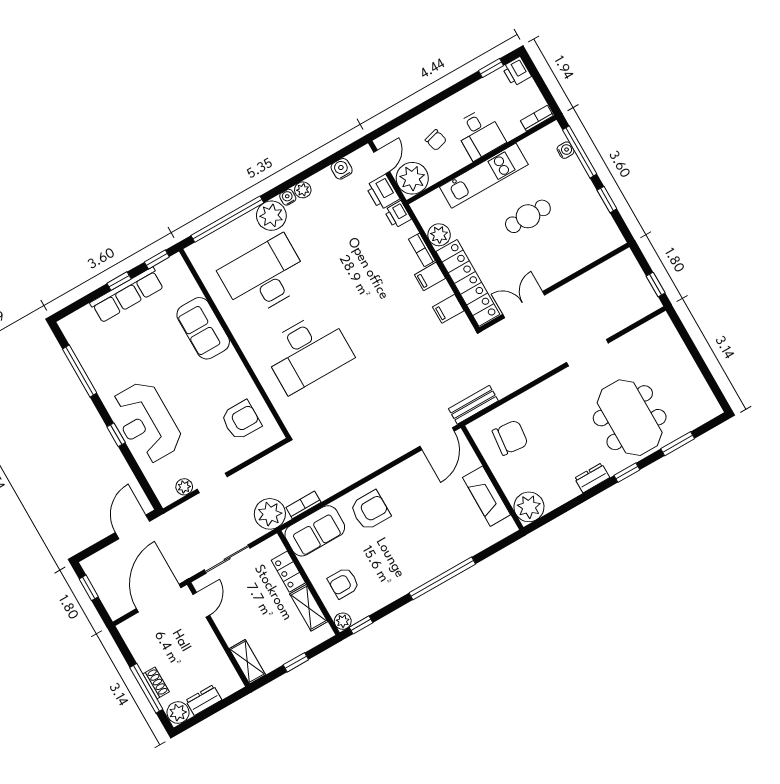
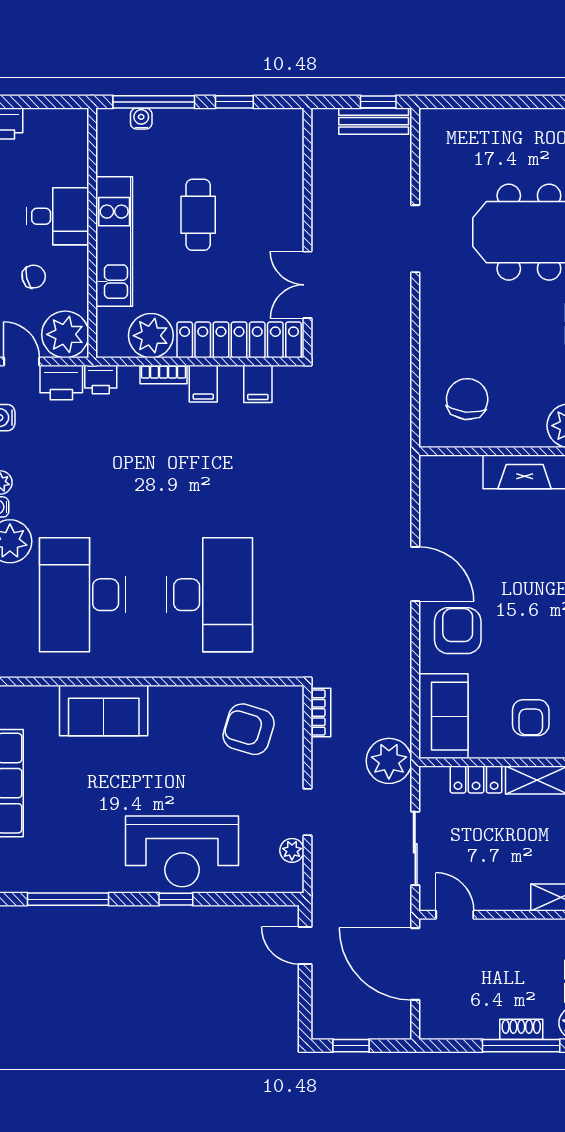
bookcase: (537, 118) -> (80, 132), removed
plant: (439, 235) -> (151, 336), width x1.36, depth x1.36
bench: (473, 405) -> (374, 121), moved, turned 90
armchair: (241, 420) -> (249, 729), turned -73
door: (437, 439) -> (415, 574), moved
bookcase: (303, 505) -> (321, 713), moved, turned 180
door: (132, 527) -> (305, 945), width x0.73

